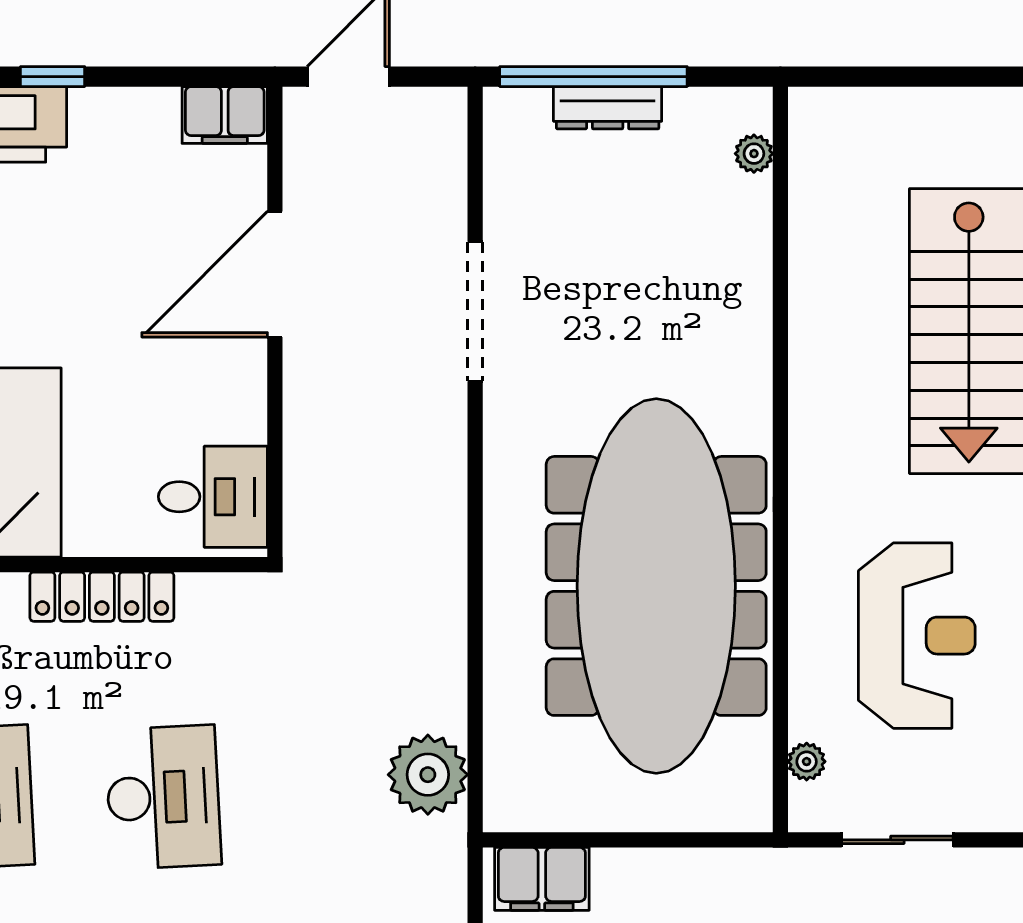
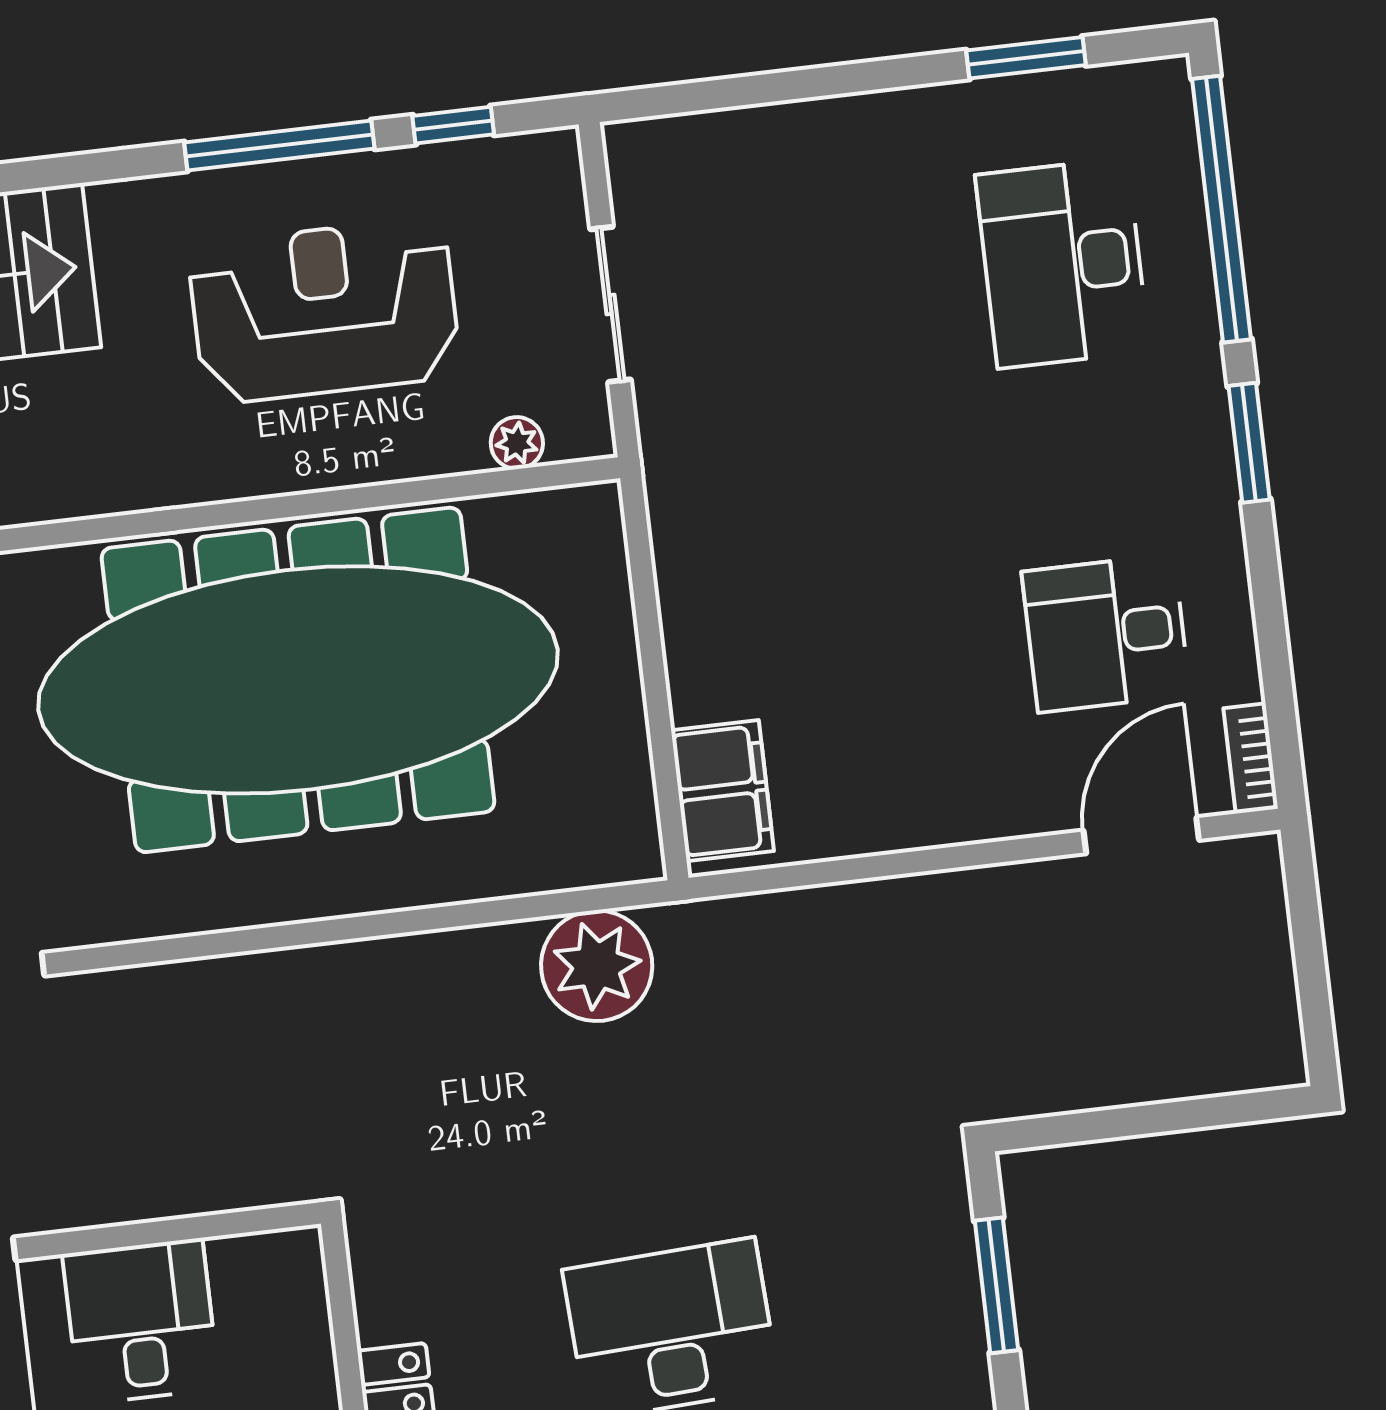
desk: (213, 497) -> (141, 1321), moved

